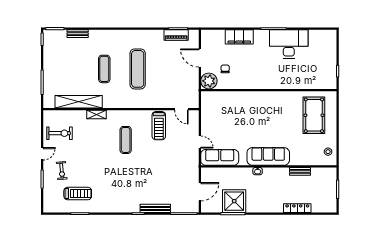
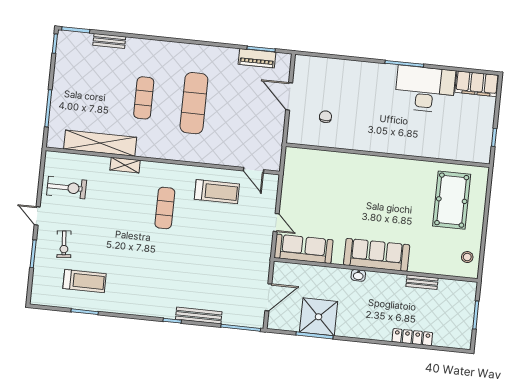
filing cabinet: (239, 37) -> (477, 84), moved
plant: (209, 81) -> (299, 132), removed
treadmill: (159, 126) -> (217, 192), turned -90
door: (42, 154) -> (37, 216), swing flipped

